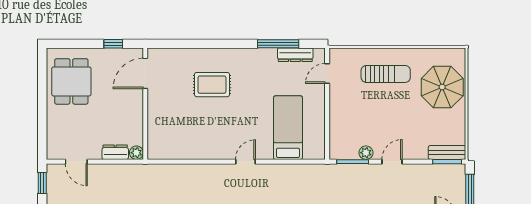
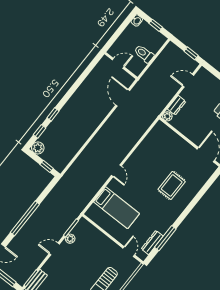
door: (392, 162) -> (54, 249), swing flipped

